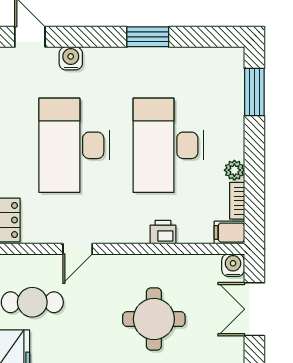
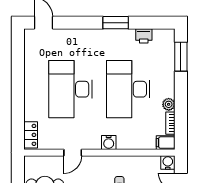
water cooler: (71, 58) -> (109, 142), moved, turned 180
printer: (163, 232) -> (144, 36), moved, turned 180

